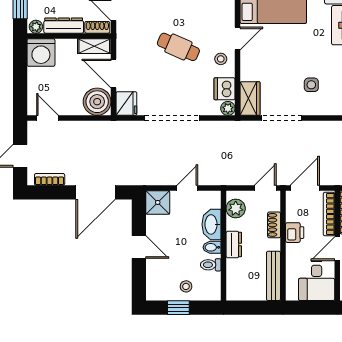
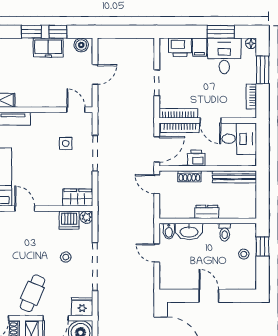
cafe table: (178, 47) -> (32, 293), moved
stool: (221, 59) -> (66, 257), moved
doorway: (281, 118) -> (95, 153), moved
door: (305, 188) -> (157, 149), swing flipped
shower: (158, 202) -> (170, 279), removed
plant: (236, 208) -> (175, 210), removed
door: (139, 247) -> (209, 296), hinge flipped
bidet: (212, 247) -> (169, 231), moved
window: (178, 308) -> (263, 246), moved

